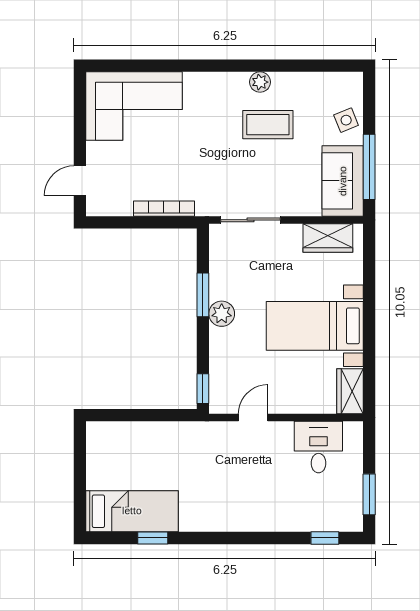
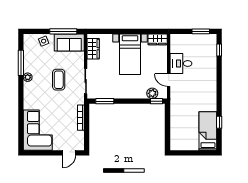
window: (294, 66) -> (21, 63), added
coffee table: (268, 125) -> (59, 80), moved
door: (80, 181) -> (69, 153), hinge flipped
window: (203, 295) -> (105, 101), moved
plant: (222, 314) -> (152, 93), moved
desk: (318, 447) -> (181, 63), moved

